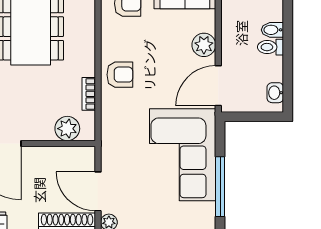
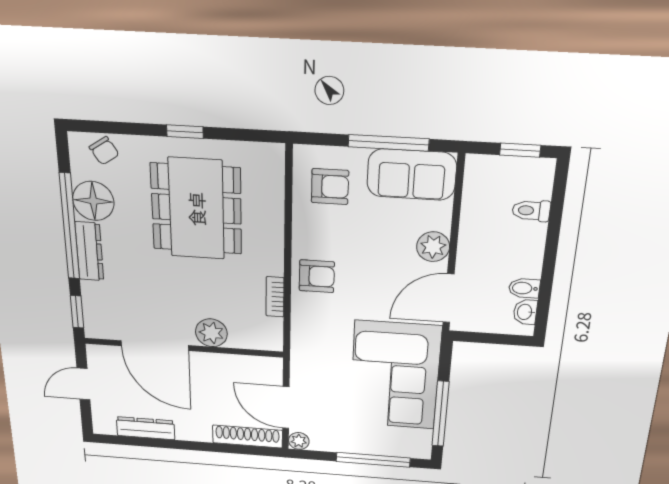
bidet: (272, 30) -> (524, 288), moved
toilet: (271, 47) -> (531, 211), moved
plant: (67, 129) -> (211, 333), moved

